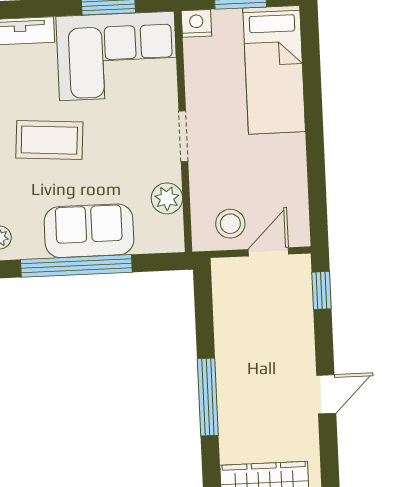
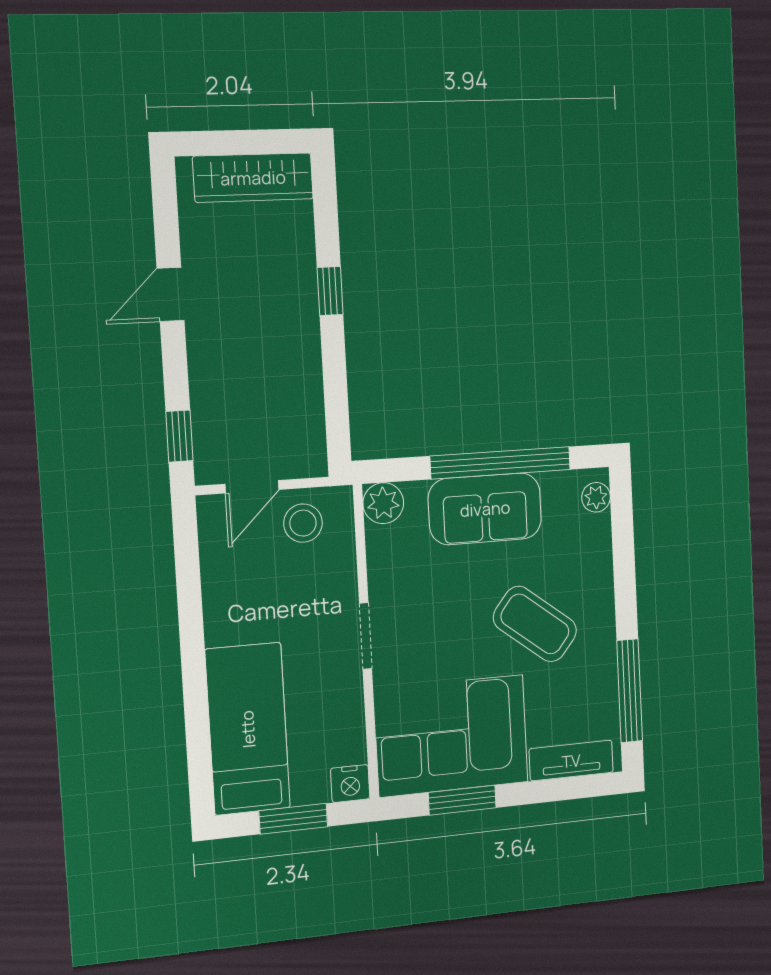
coffee table: (49, 140) -> (535, 624), turned 34
plant: (167, 198) -> (383, 503), moved
window: (208, 397) -> (330, 291), width x0.46

